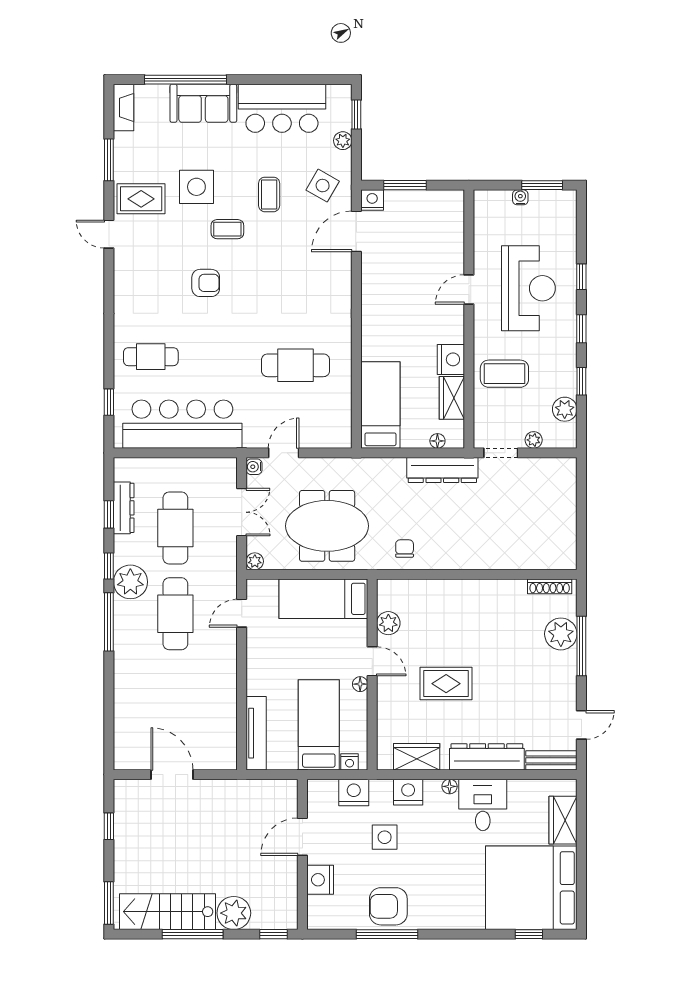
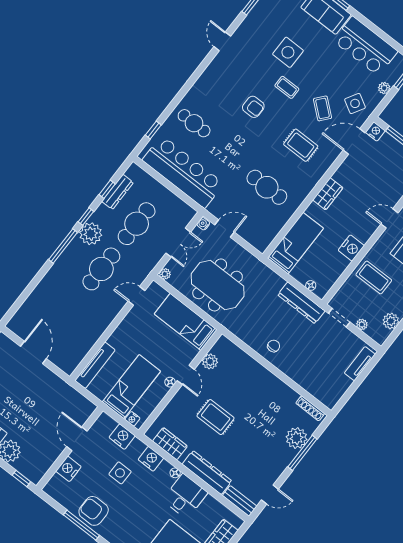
coffee table: (269, 194) -> (323, 108), moved, turned -50
rug: (141, 199) -> (301, 145), moved
wardrobe: (452, 398) -> (328, 194), moved, turned 180
tv unit: (567, 488) -> (360, 364), added
chair: (405, 549) -> (274, 346), moved
door: (302, 837) -> (77, 439), hinge flipped

